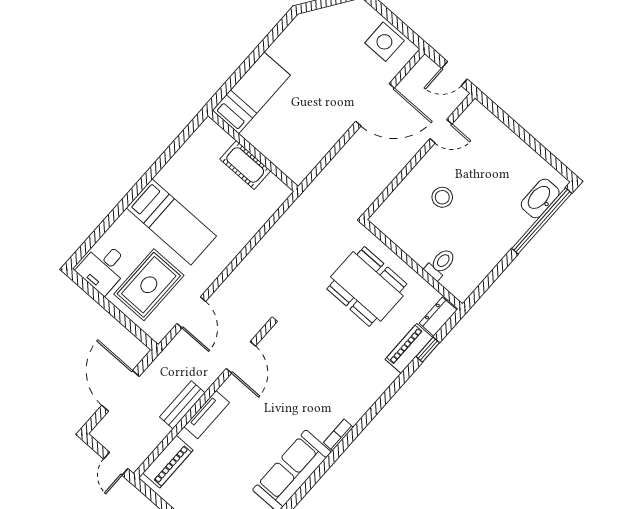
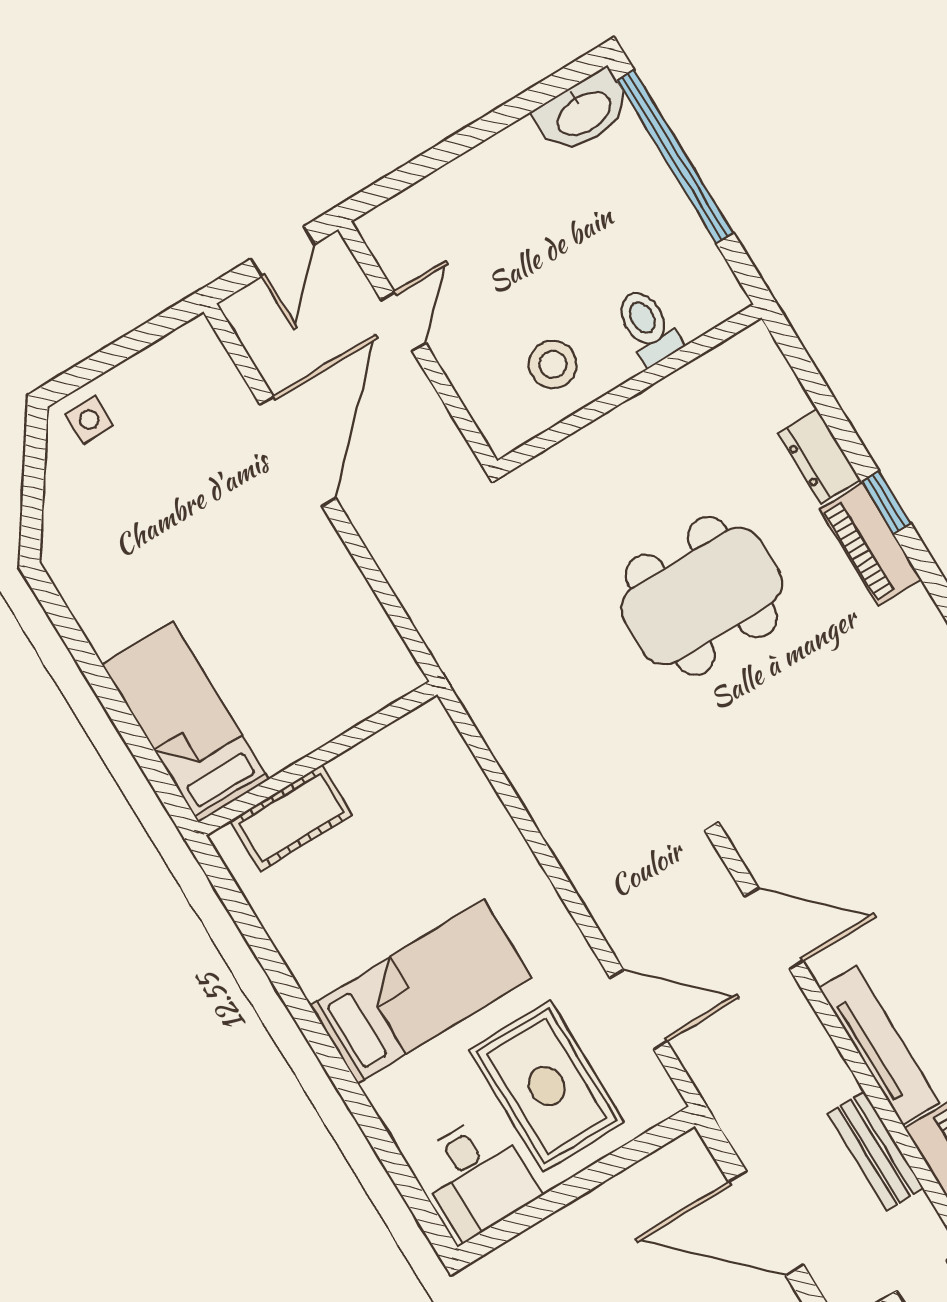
side table: (384, 42) -> (89, 420), moved, width x0.54, depth x0.54
cot: (245, 165) -> (291, 818), moved
washbasin: (540, 198) -> (583, 112), moved, turned -90
wall: (413, 264) -> (629, 389), moved
toilet: (440, 264) -> (648, 326), moved
bench: (182, 405) -> (875, 1151), moved
tv unit: (207, 415) -> (879, 1045), width x1.41

